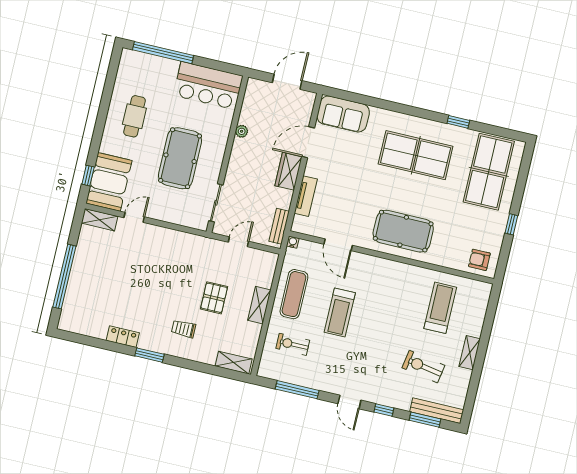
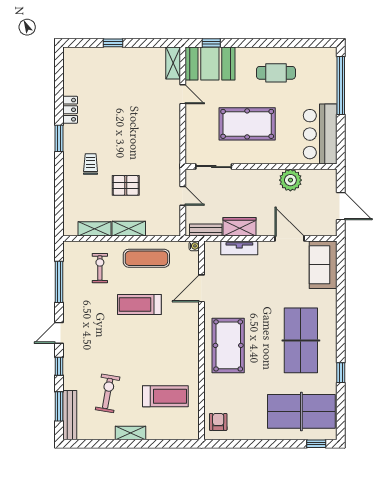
plant: (242, 131) -> (290, 180), width x1.87, depth x1.87
wardrobe: (288, 171) -> (240, 227), moved
window: (511, 224) -> (316, 444), moved
window: (64, 277) -> (113, 43), width x0.32
shelving: (234, 363) -> (95, 229), moved, turned 90

